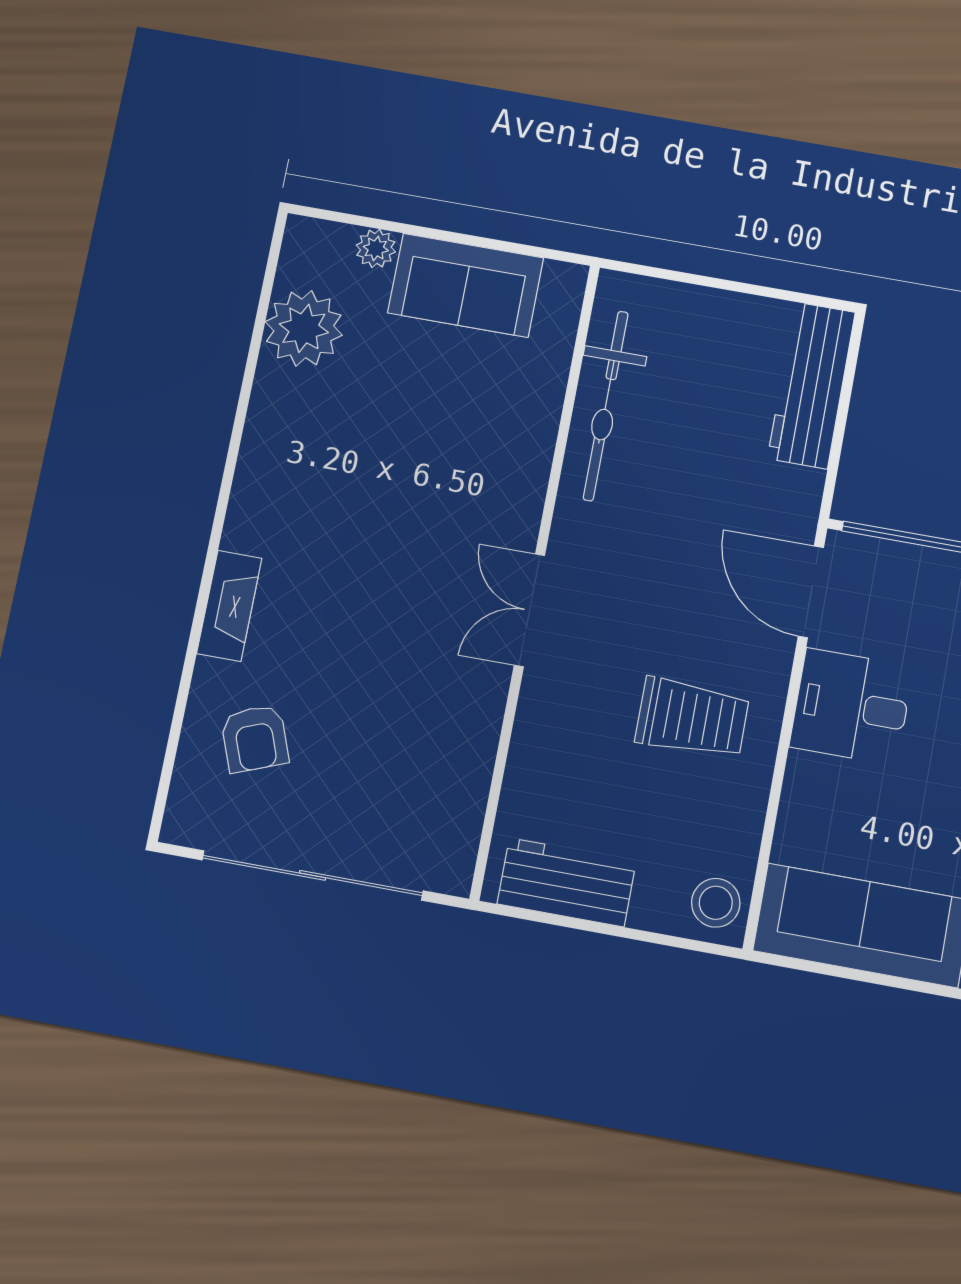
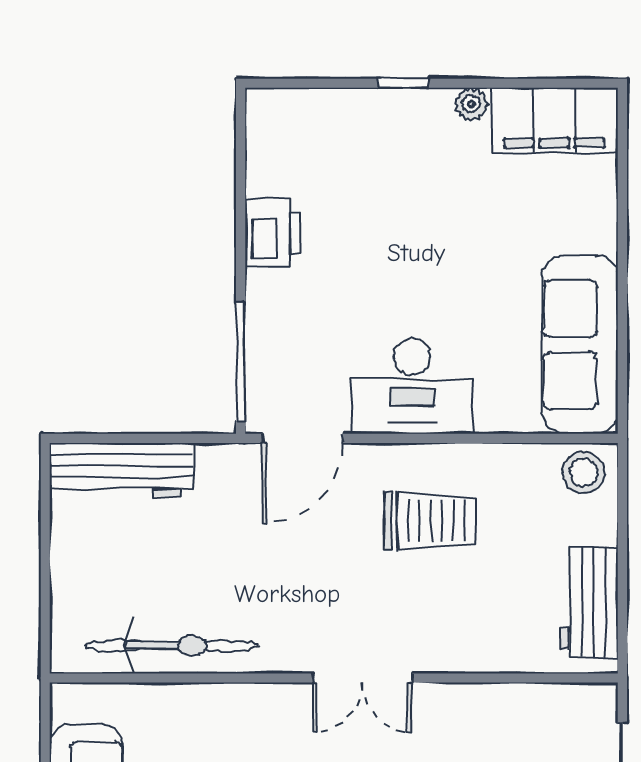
desk: (851, 707) -> (412, 386), width x1.37
trolley: (692, 718) -> (430, 521), turned 90

